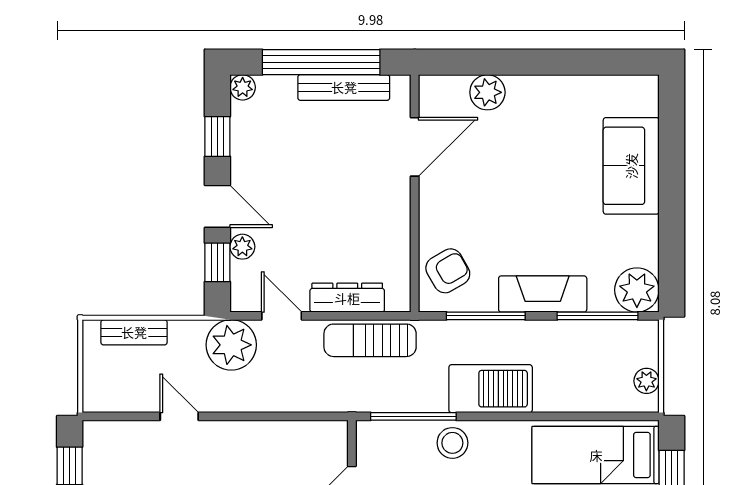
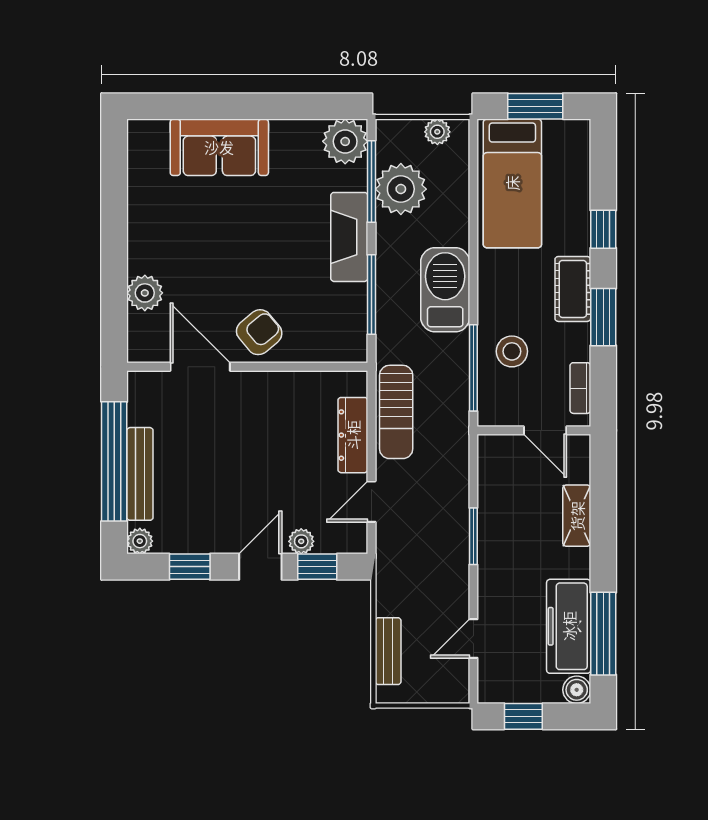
bench: (344, 87) -> (140, 474), moved
armchair: (448, 271) -> (259, 332), moved, turned 80
plant: (231, 345) -> (401, 189), moved
door: (179, 416) -> (473, 638), moved
window: (247, 416) -> (473, 536), added
stool: (452, 443) -> (512, 351), moved

